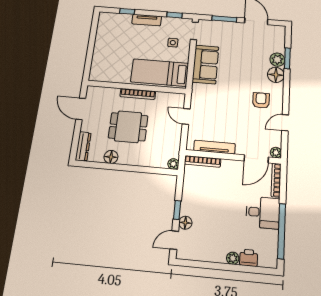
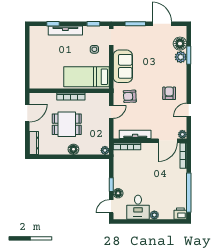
tv unit: (147, 20) -> (65, 31), width x1.41
floor lamp: (276, 75) -> (180, 44), moved
armchair: (211, 100) -> (130, 96), added
door: (81, 109) -> (27, 113), swing flipped
door: (186, 116) -> (111, 112), swing flipped
floor lamp: (111, 157) -> (73, 149), moved
desk: (263, 213) -> (138, 207), moved, turned 90
printer: (249, 258) -> (180, 214), moved

